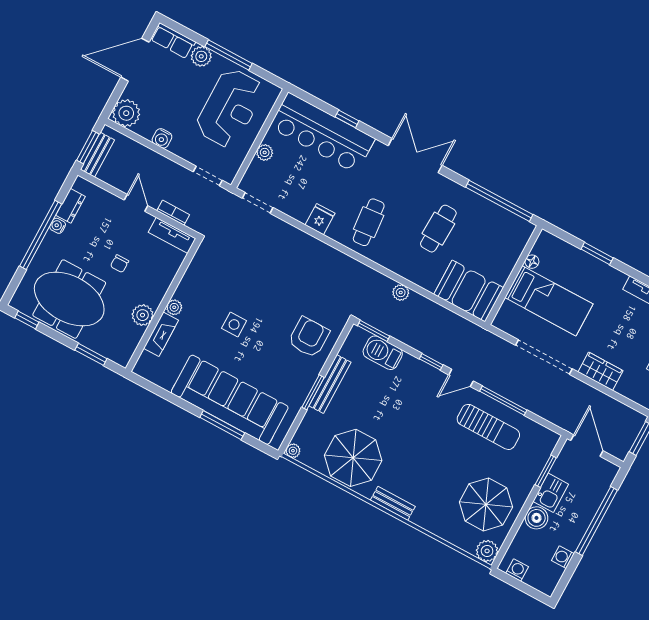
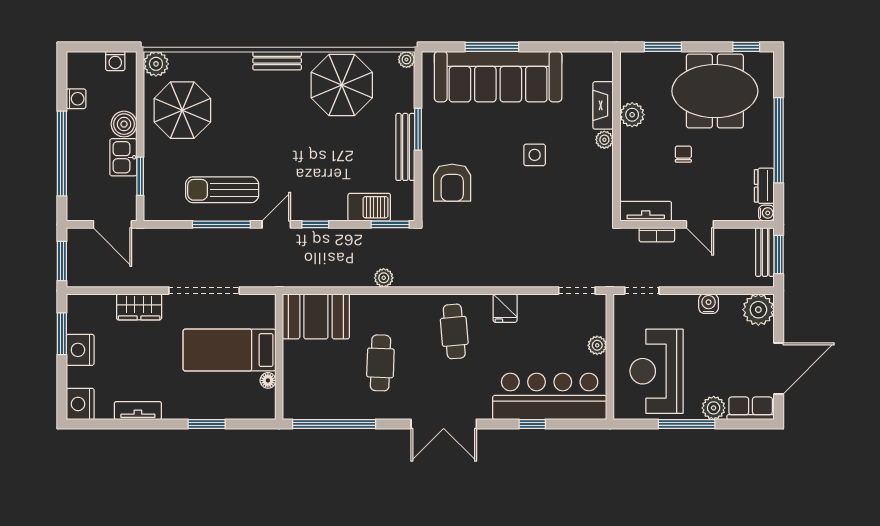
water cooler: (58, 226) -> (766, 213), moved

